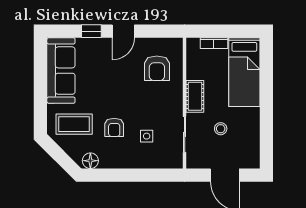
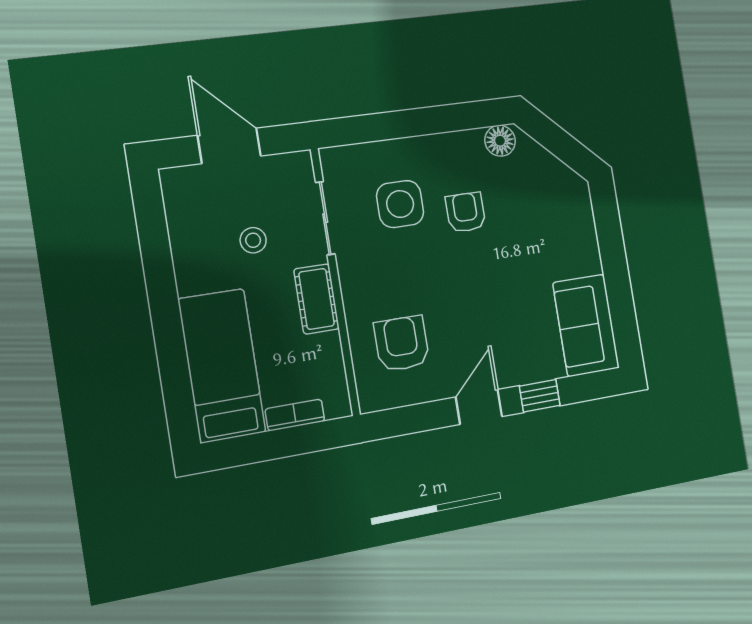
sofa: (61, 71) -> (586, 325), width x0.73
coffee table: (74, 124) -> (542, 208), removed
side table: (147, 136) -> (400, 204), width x1.87, depth x1.87

